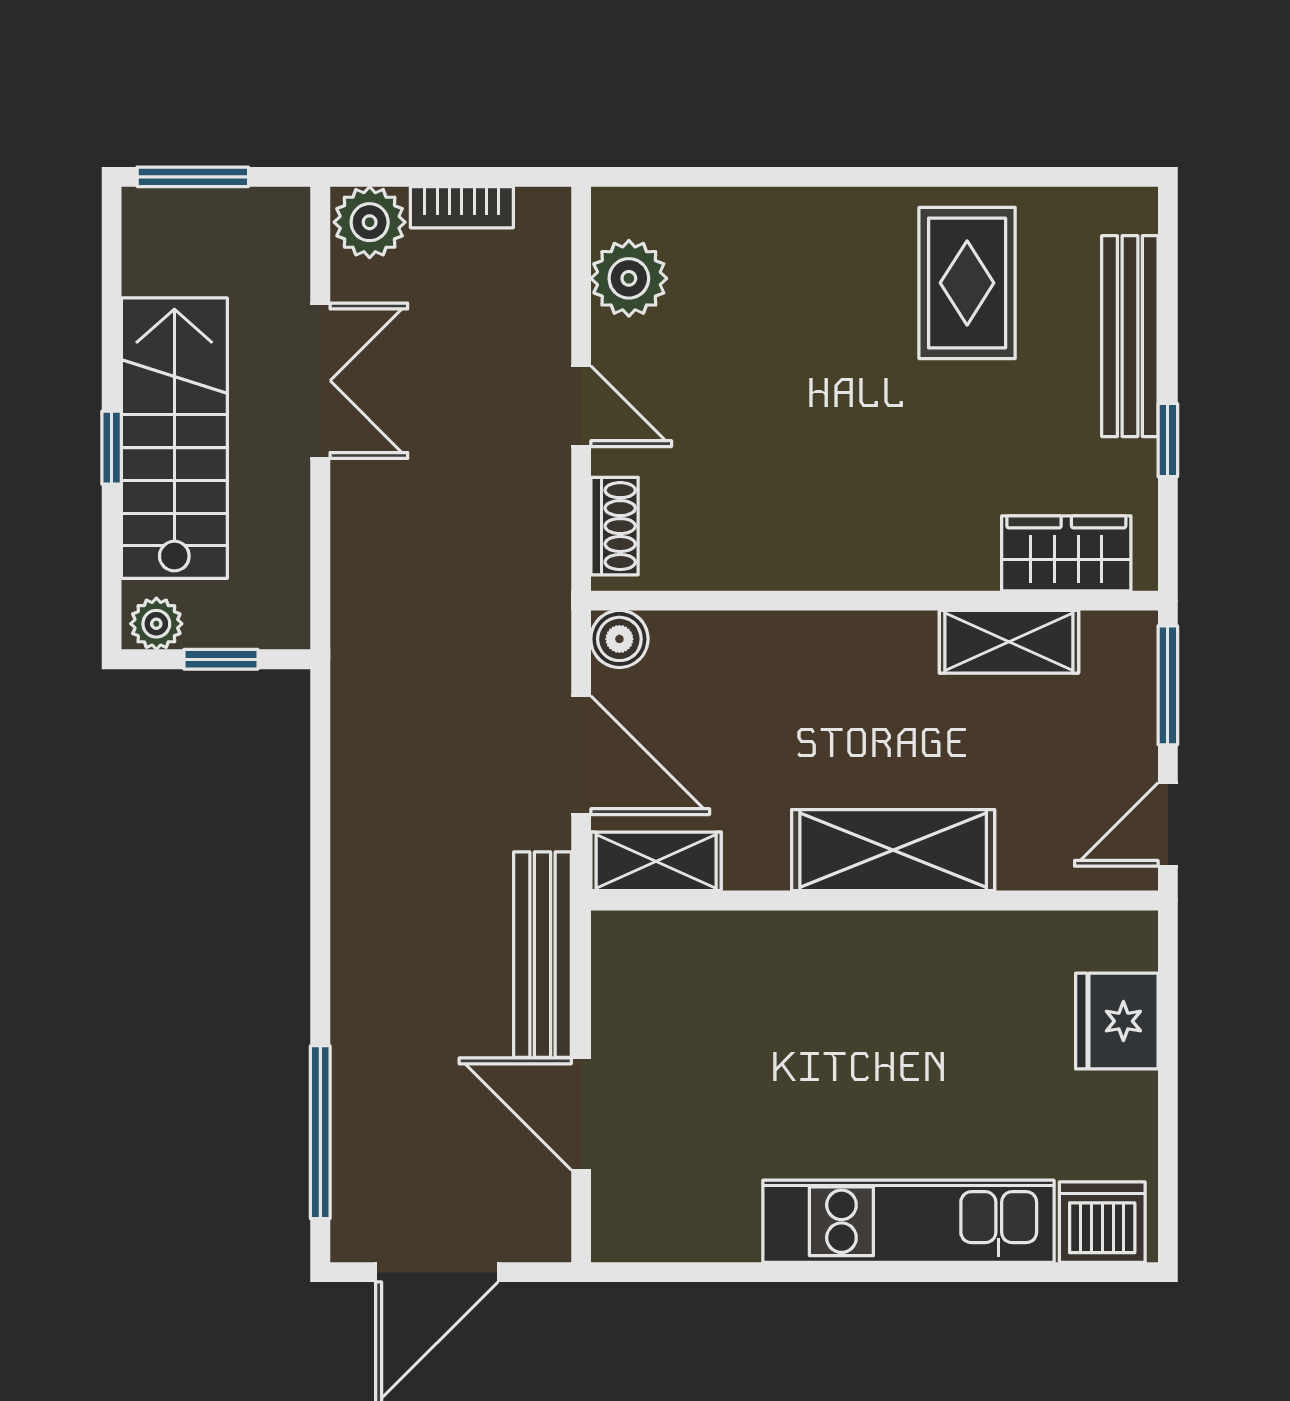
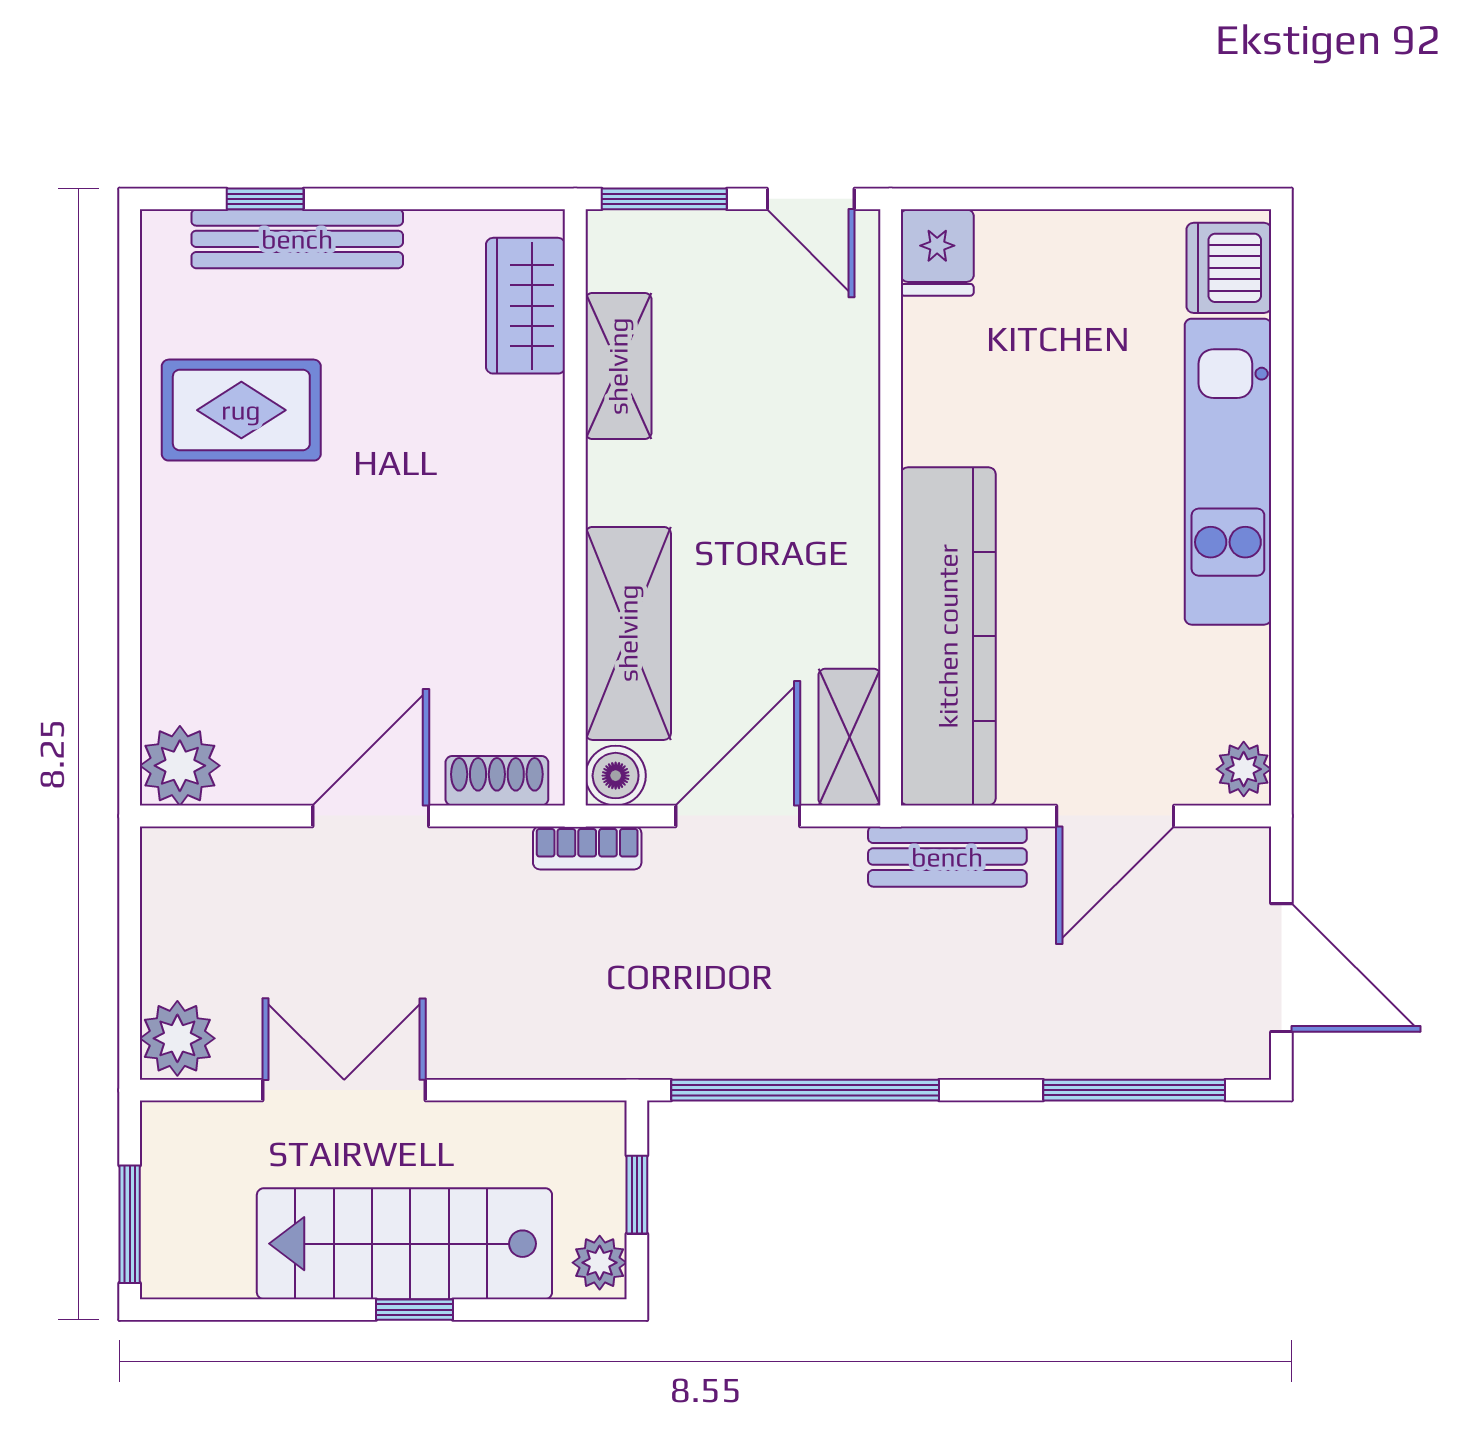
bookcase: (462, 207) -> (587, 848), moved, turned 90
plant: (629, 278) -> (180, 766), moved
door: (581, 406) -> (371, 816), width x1.38
window: (1168, 440) -> (265, 199), moved
window: (320, 819) -> (805, 1090), added
shelving: (893, 850) -> (628, 633), moved
bench: (542, 955) -> (947, 857), width x0.73
kitchen counter: (752, 955) -> (948, 636), added
fridge: (1117, 1021) -> (937, 253), moved, width x0.72
plant: (626, 1236) -> (1244, 769), added

